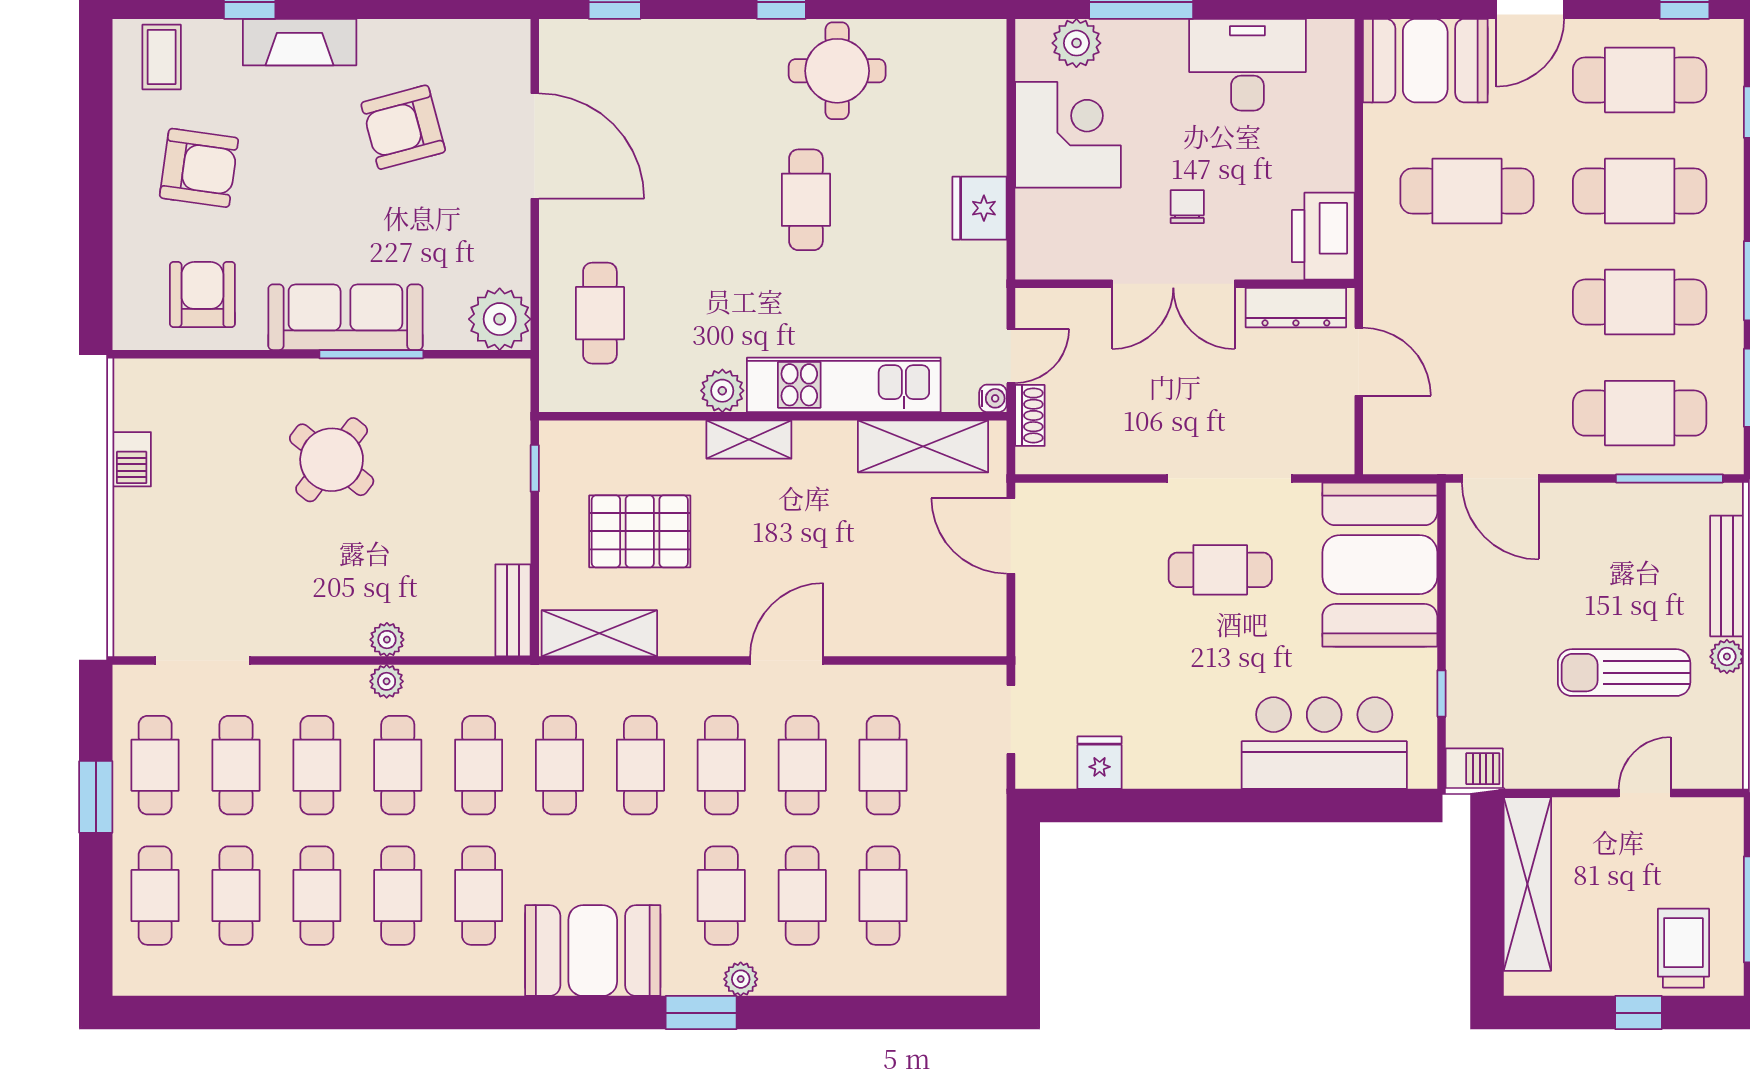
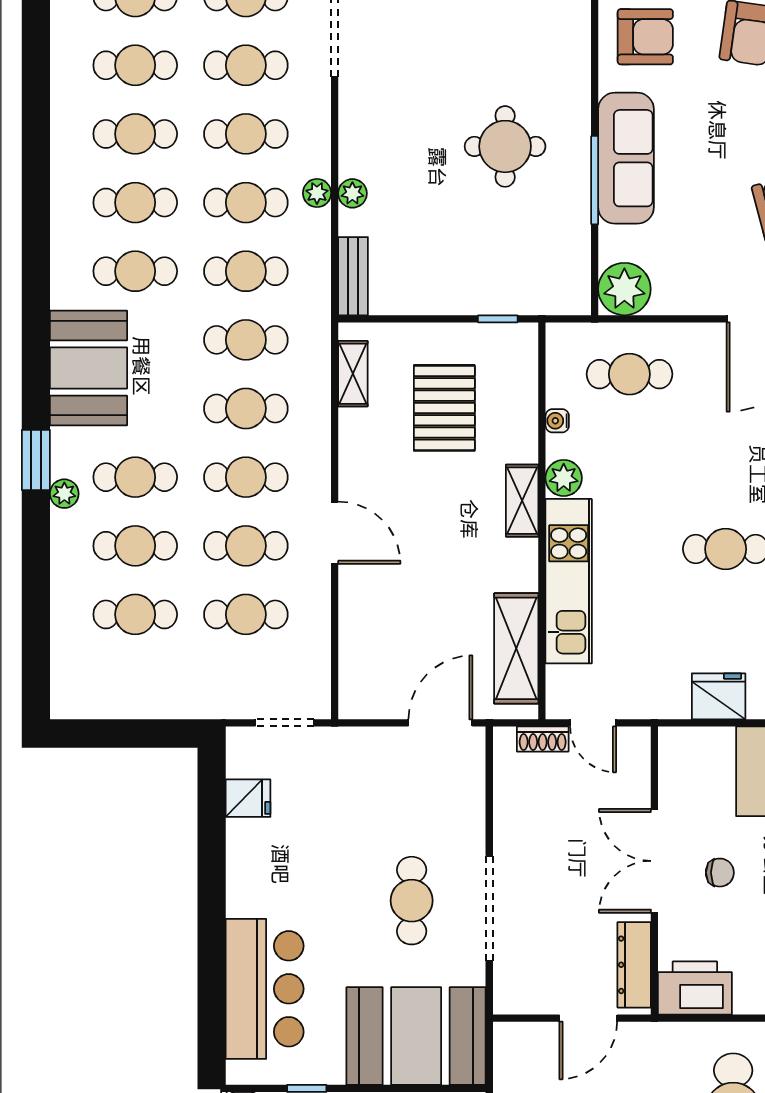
water cooler: (993, 398) -> (557, 421), moved, turned 90
round table: (332, 460) -> (505, 146), turned -38
bench: (513, 610) -> (353, 276), moved, turned 90
shelving: (599, 633) -> (353, 374), width x0.67, depth x0.75

